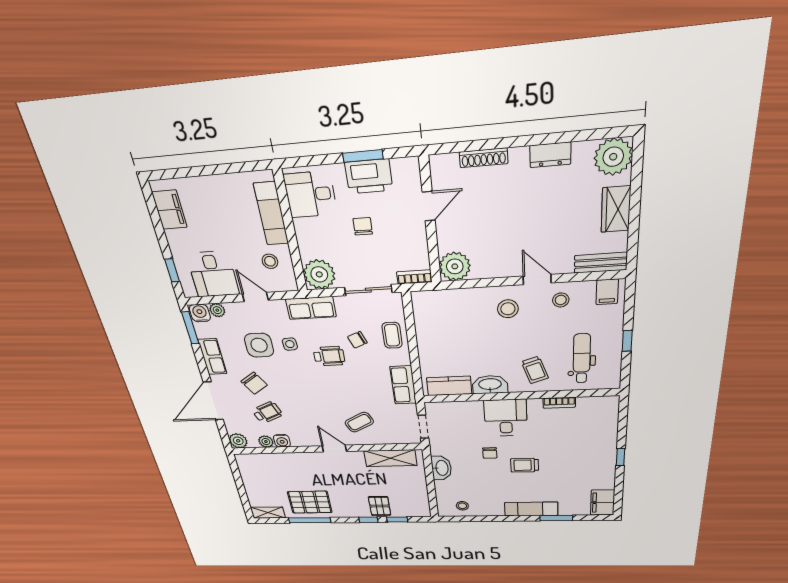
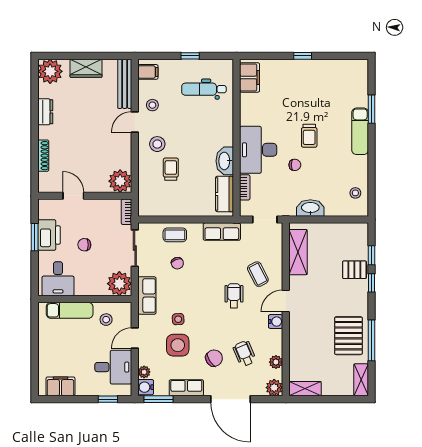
bench: (601, 263) -> (125, 84), width x1.36
wheelchair: (329, 356) -> (234, 296), moved
trolley: (535, 370) -> (171, 169), moved, turned -71
bookcase: (559, 403) -> (245, 187), moved
desk: (506, 418) -> (258, 150), width x1.37
water cooler: (282, 441) -> (276, 322), moved
shelving: (245, 467) -> (305, 389), added
filing cabinet: (603, 503) -> (250, 77), moved, turned -90

